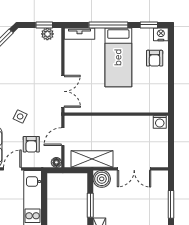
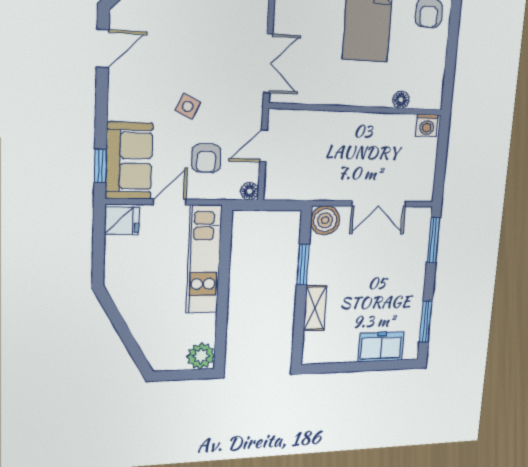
floor lamp: (142, 108) -> (401, 100), added
shelving: (92, 159) -> (311, 186), removed
window: (171, 204) -> (433, 240), moved

